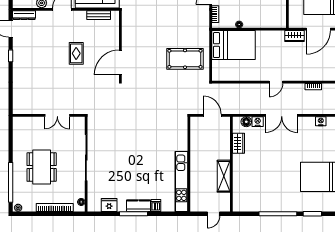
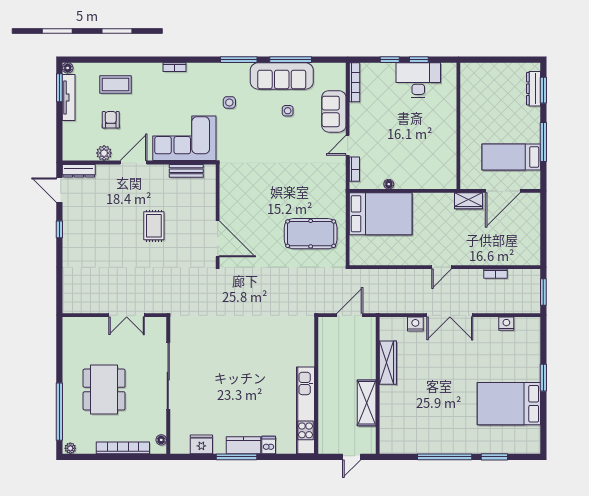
door: (120, 62) -> (218, 239), swing flipped
door: (212, 115) -> (350, 315), hinge flipped
floor lamp: (246, 122) -> (399, 324), removed
wardrobe: (239, 143) -> (388, 363), width x1.50

